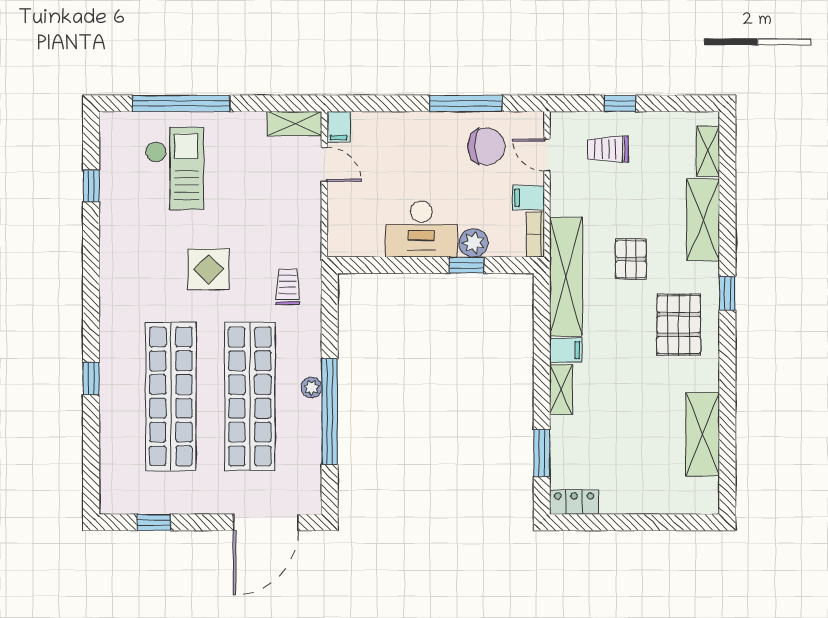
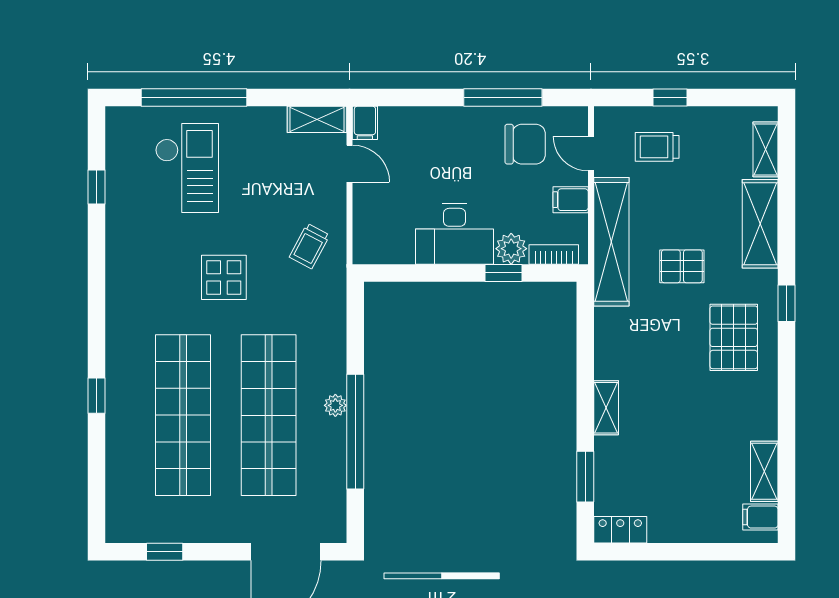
bookcase: (535, 235) -> (554, 254), moved, turned 90
pallet: (631, 259) -> (682, 266), turned 90
shelving: (566, 277) -> (611, 242), moved
trolley: (288, 287) -> (309, 246), moved, turned -152
filing cabinet: (566, 350) -> (760, 517), moved, turned 180
shelving: (703, 434) -> (764, 471), width x0.67, depth x0.75

